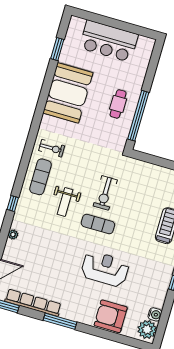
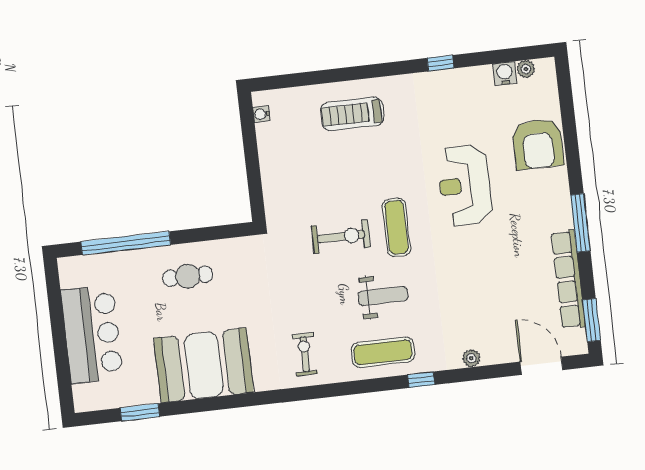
window: (138, 116) -> (126, 243), moved
exercise mat: (40, 177) -> (383, 352), moved
plant: (147, 330) -> (526, 69), width x0.53, depth x0.53

